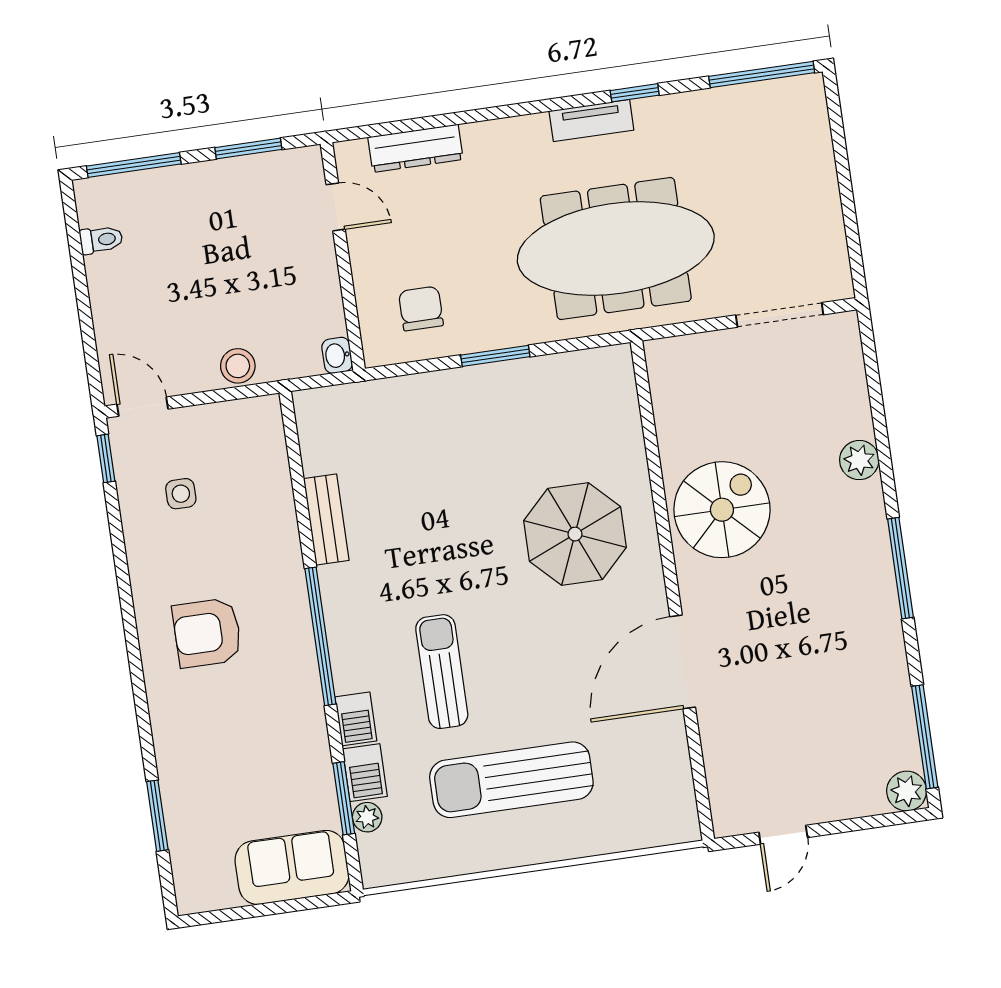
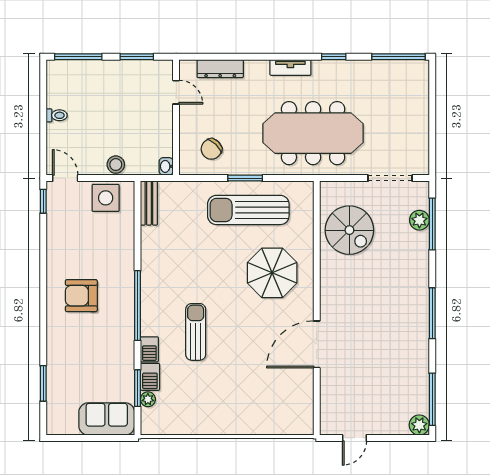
tv unit: (591, 121) -> (290, 67), moved
toilet: (101, 240) -> (57, 115), moved
chair: (421, 309) -> (211, 149), turned -136
window: (875, 393) -> (432, 224), added
plant: (859, 460) -> (419, 220), moved
side table: (181, 494) -> (106, 198), moved, width x1.87, depth x1.87
spiral stairs: (722, 510) -> (349, 230), moved, turned 90
bench: (326, 519) -> (149, 203), moved
sun lounger: (511, 780) -> (248, 210), moved

